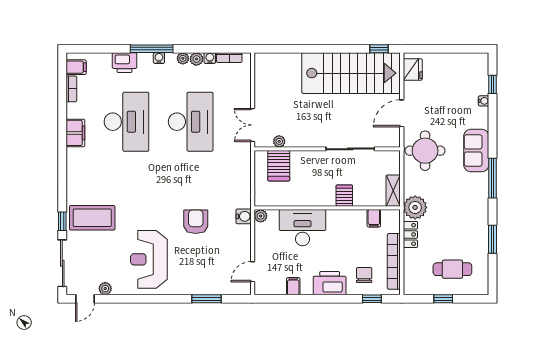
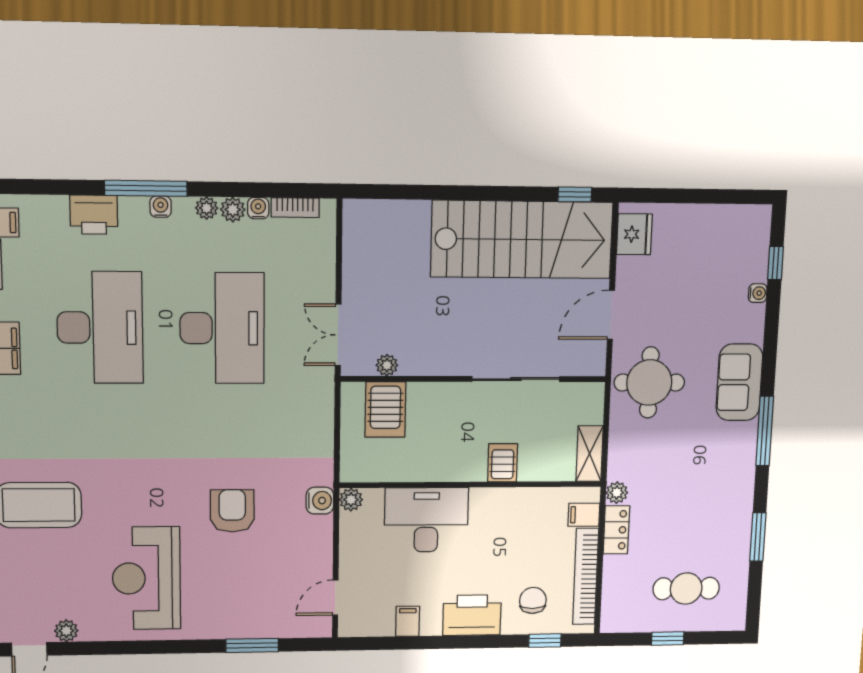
plant: (415, 207) -> (617, 493), width x0.53, depth x0.53
filing cabinet: (374, 218) -> (584, 515), moved, turned 90

